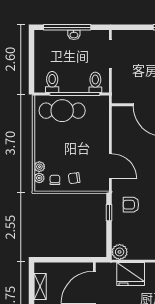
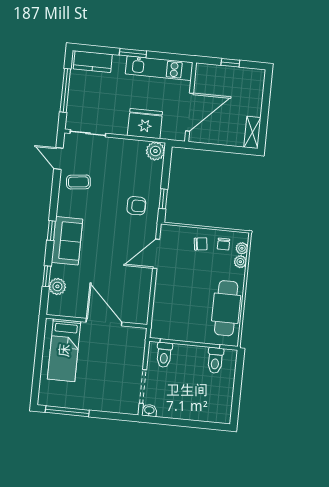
window: (67, 27) -> (191, 424), removed
washbasin: (74, 35) -> (149, 410), moved
cafe table: (62, 111) -> (226, 308), moved, turned 90
door: (110, 166) -> (156, 254), hinge flipped
shelving: (40, 287) -> (252, 132), moved

